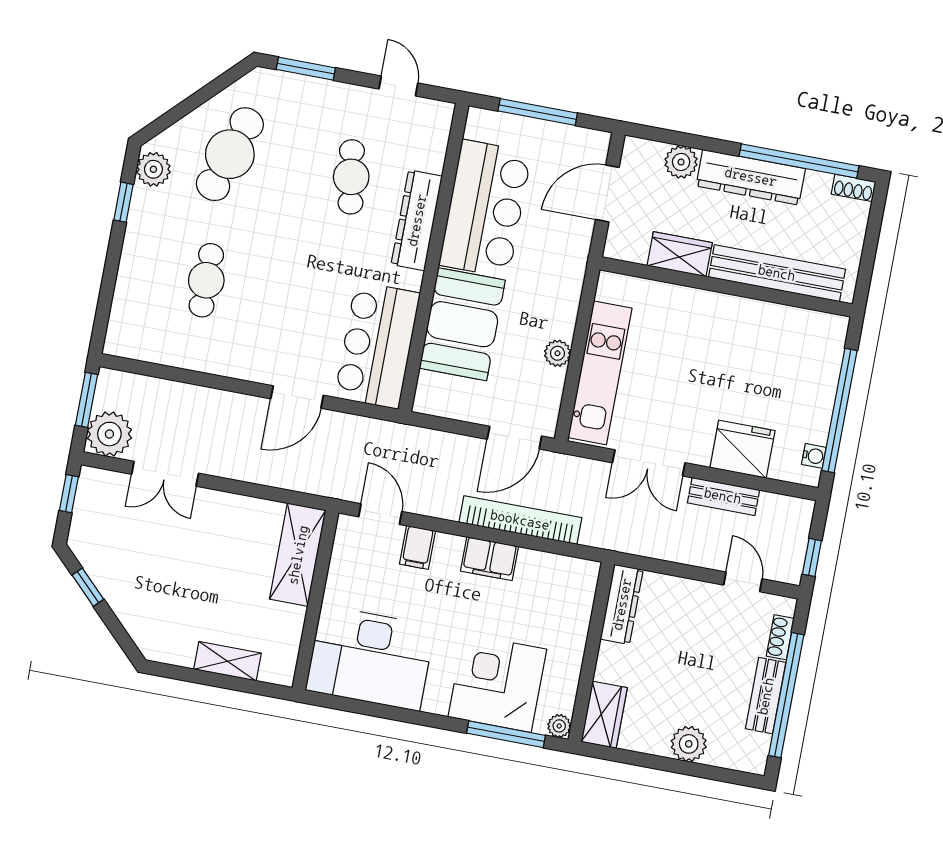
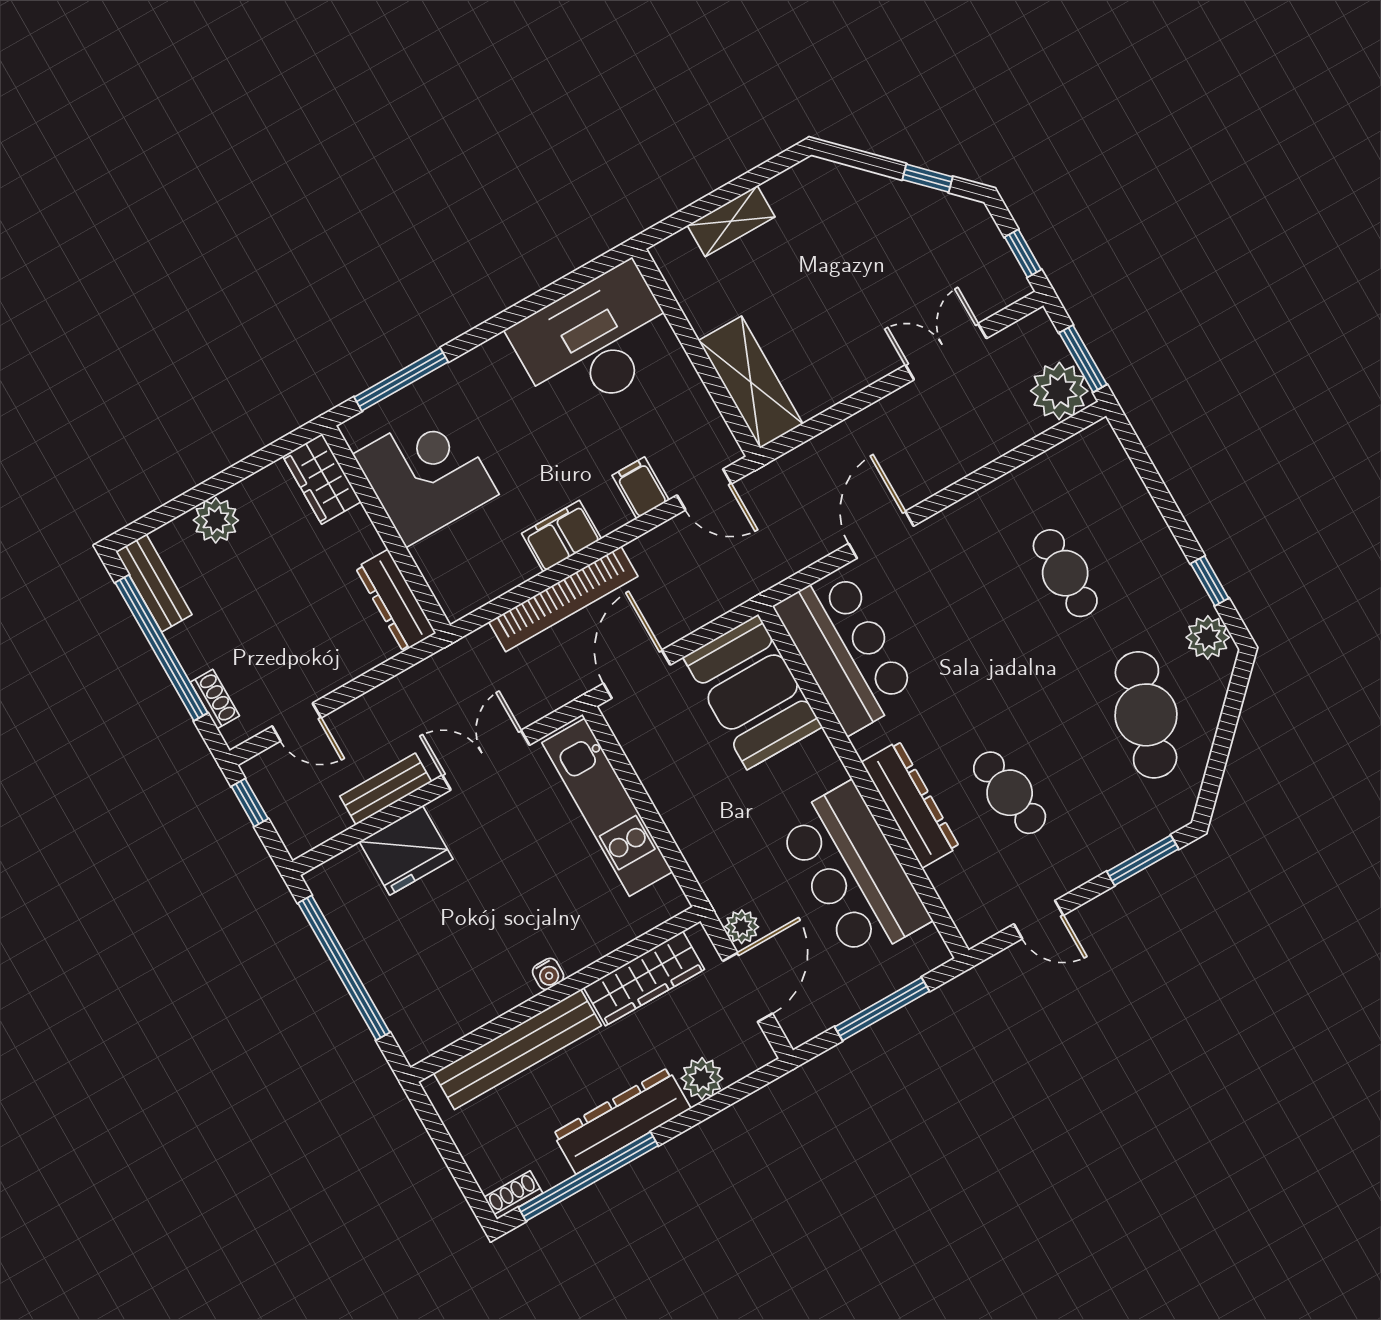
wardrobe: (680, 254) -> (644, 978), width x1.50
booth: (462, 324) -> (753, 692), moved
plant: (557, 353) -> (742, 927), moved
plant: (109, 434) -> (1059, 391), moved
water cooler: (814, 456) -> (548, 974), moved, turned -90
corner desk: (497, 683) -> (426, 474), moved, turned -90
bench: (766, 696) -> (154, 583), moved
plant: (559, 726) -> (356, 431), removed

